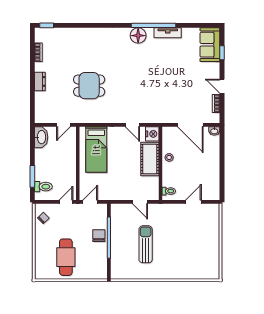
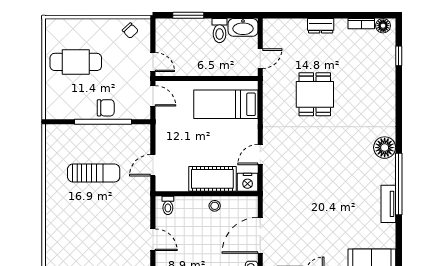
window: (47, 25) -> (399, 56), moved
floor lamp: (138, 36) -> (385, 148), moved
floor lamp: (40, 37) -> (383, 26), added
door: (64, 125) -> (260, 59), swing flipped
toilet: (43, 187) -> (220, 31), moved

